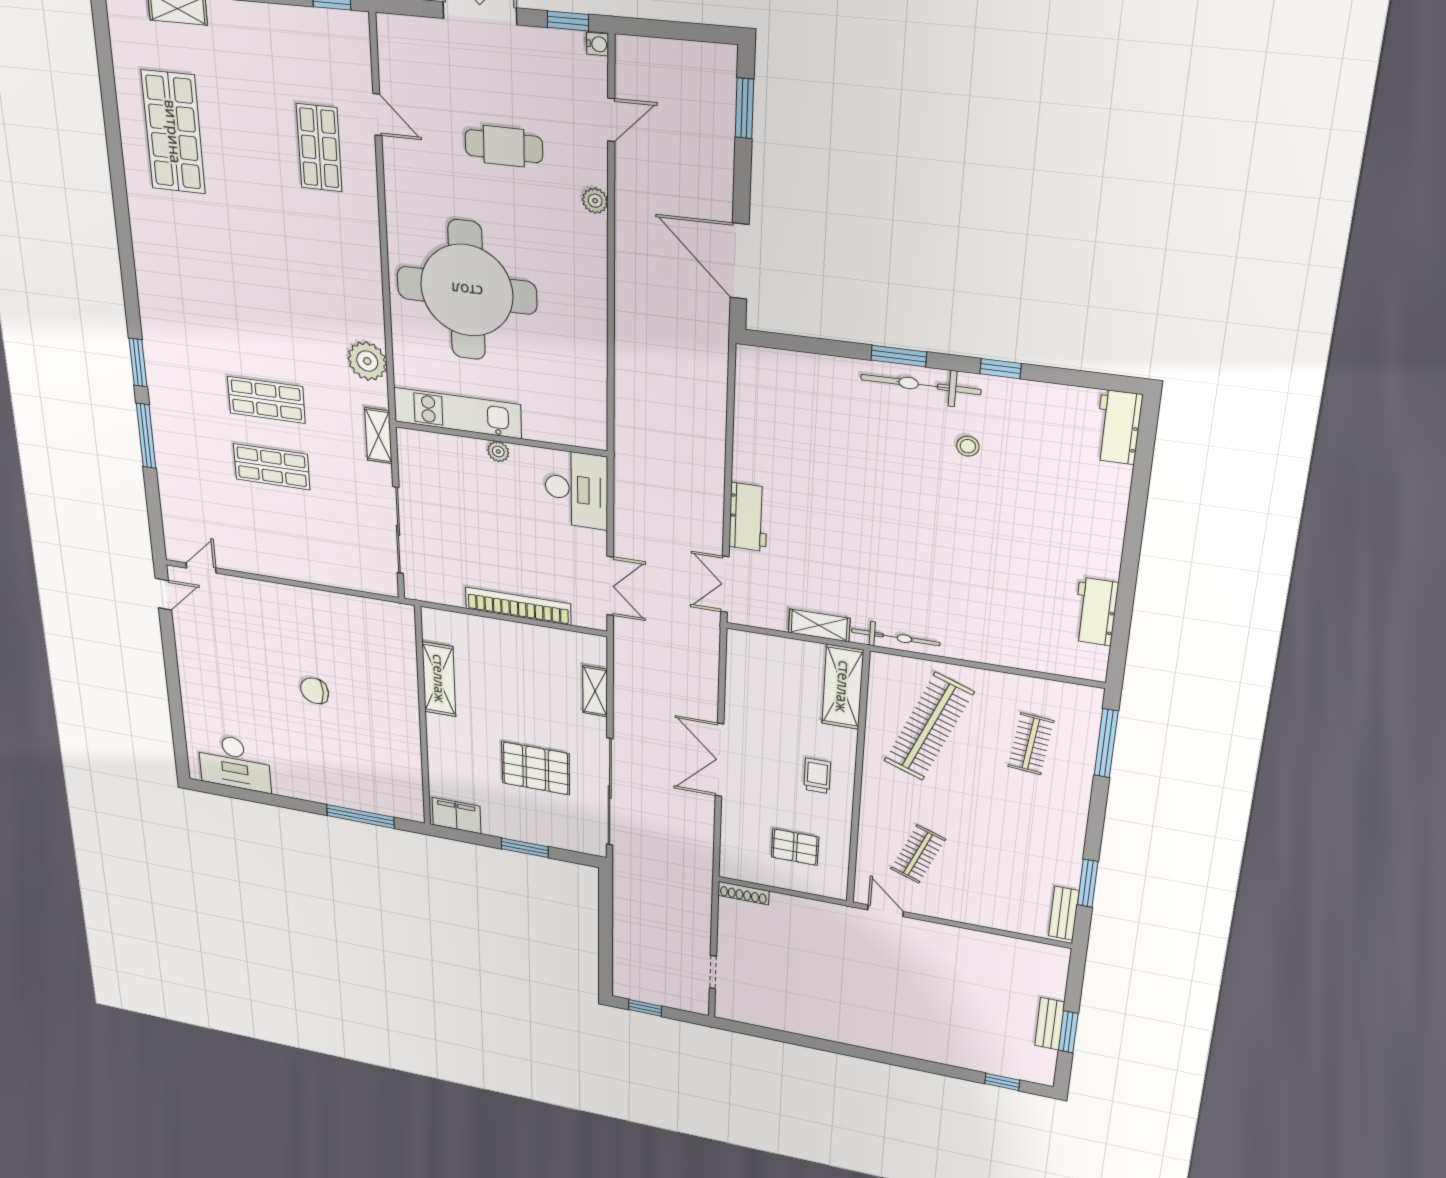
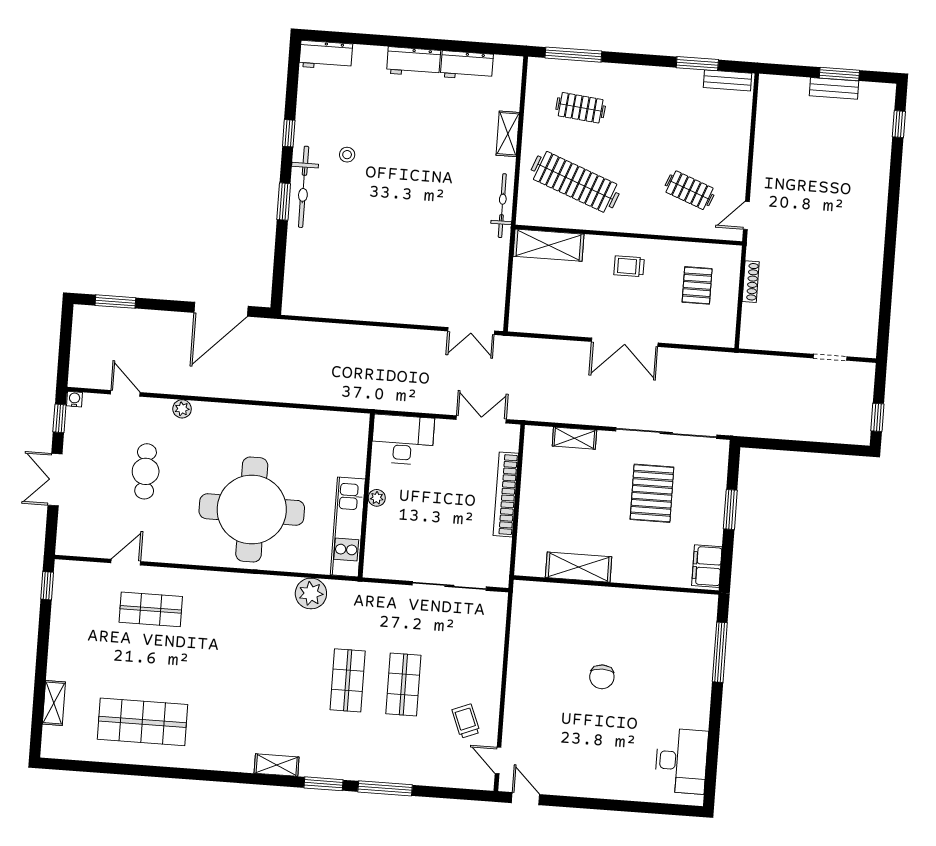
shelving: (378, 436) -> (277, 765), moved
workbench: (748, 517) -> (414, 62), moved, turned 180
trolley: (240, 536) -> (466, 721), added
shelving: (819, 625) -> (508, 134), moved
shoe rack: (743, 893) -> (751, 282), moved

